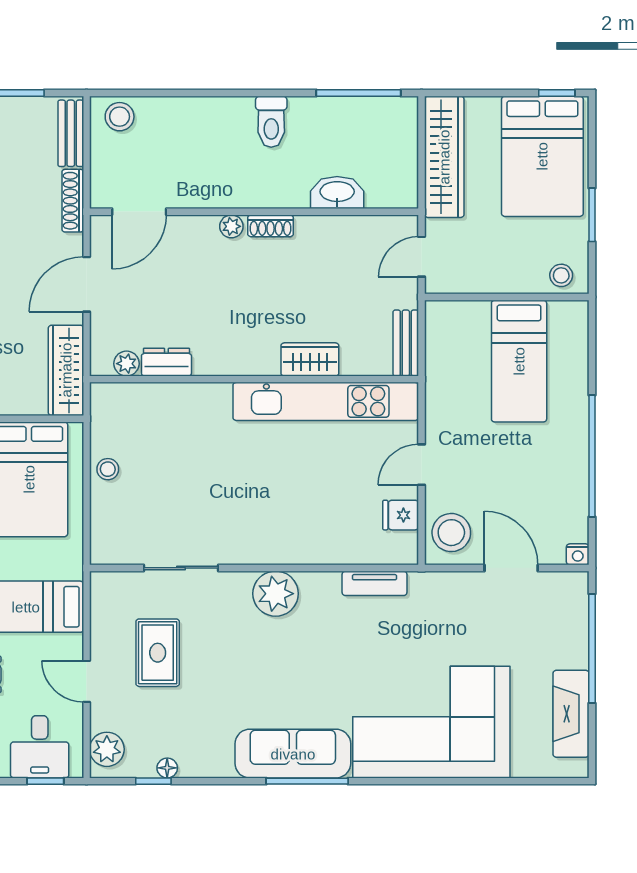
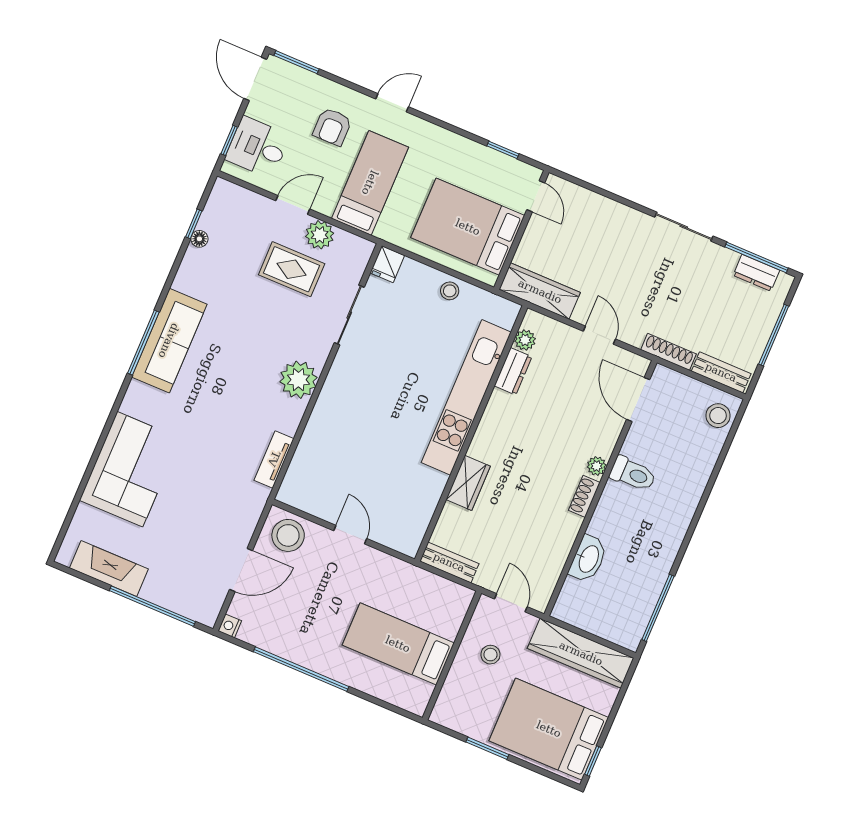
toilet: (271, 122) -> (633, 474), moved, turned 180
stool: (561, 275) -> (490, 655), moved
door: (87, 284) -> (599, 335), width x0.73
kitchen unit: (326, 401) -> (466, 397), moved
fridge: (401, 515) -> (387, 264), moved, turned 180
corner sofa: (431, 722) -> (130, 469), width x0.73, depth x0.74
plant: (107, 749) -> (320, 235), moved

